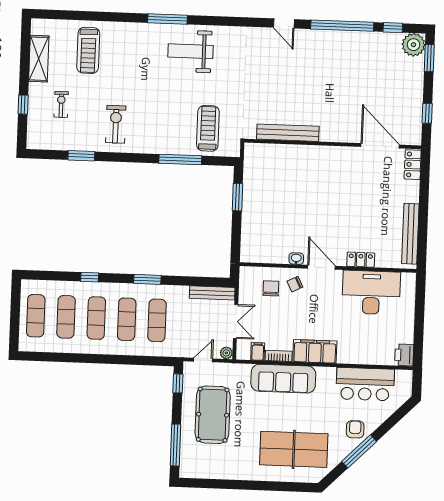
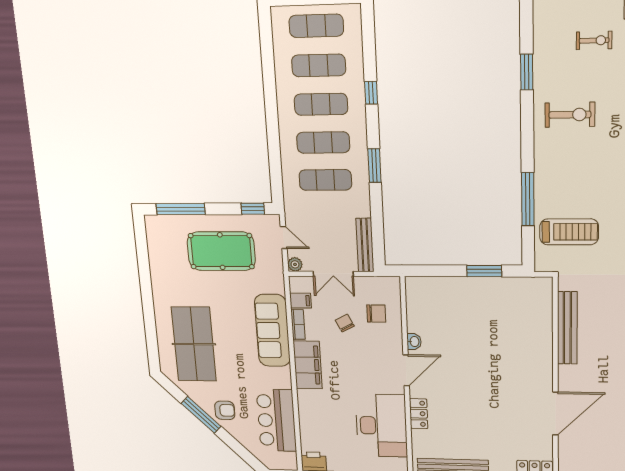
door: (380, 146) -> (555, 413), moved
chair: (295, 284) -> (345, 323), moved

